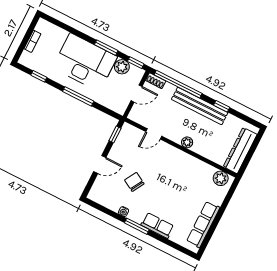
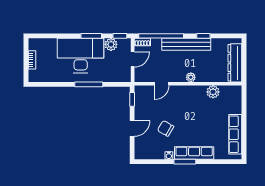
window: (39, 76) -> (50, 84), removed
plant: (221, 178) -> (213, 92), moved
row of seats: (157, 225) -> (194, 153), width x1.48

